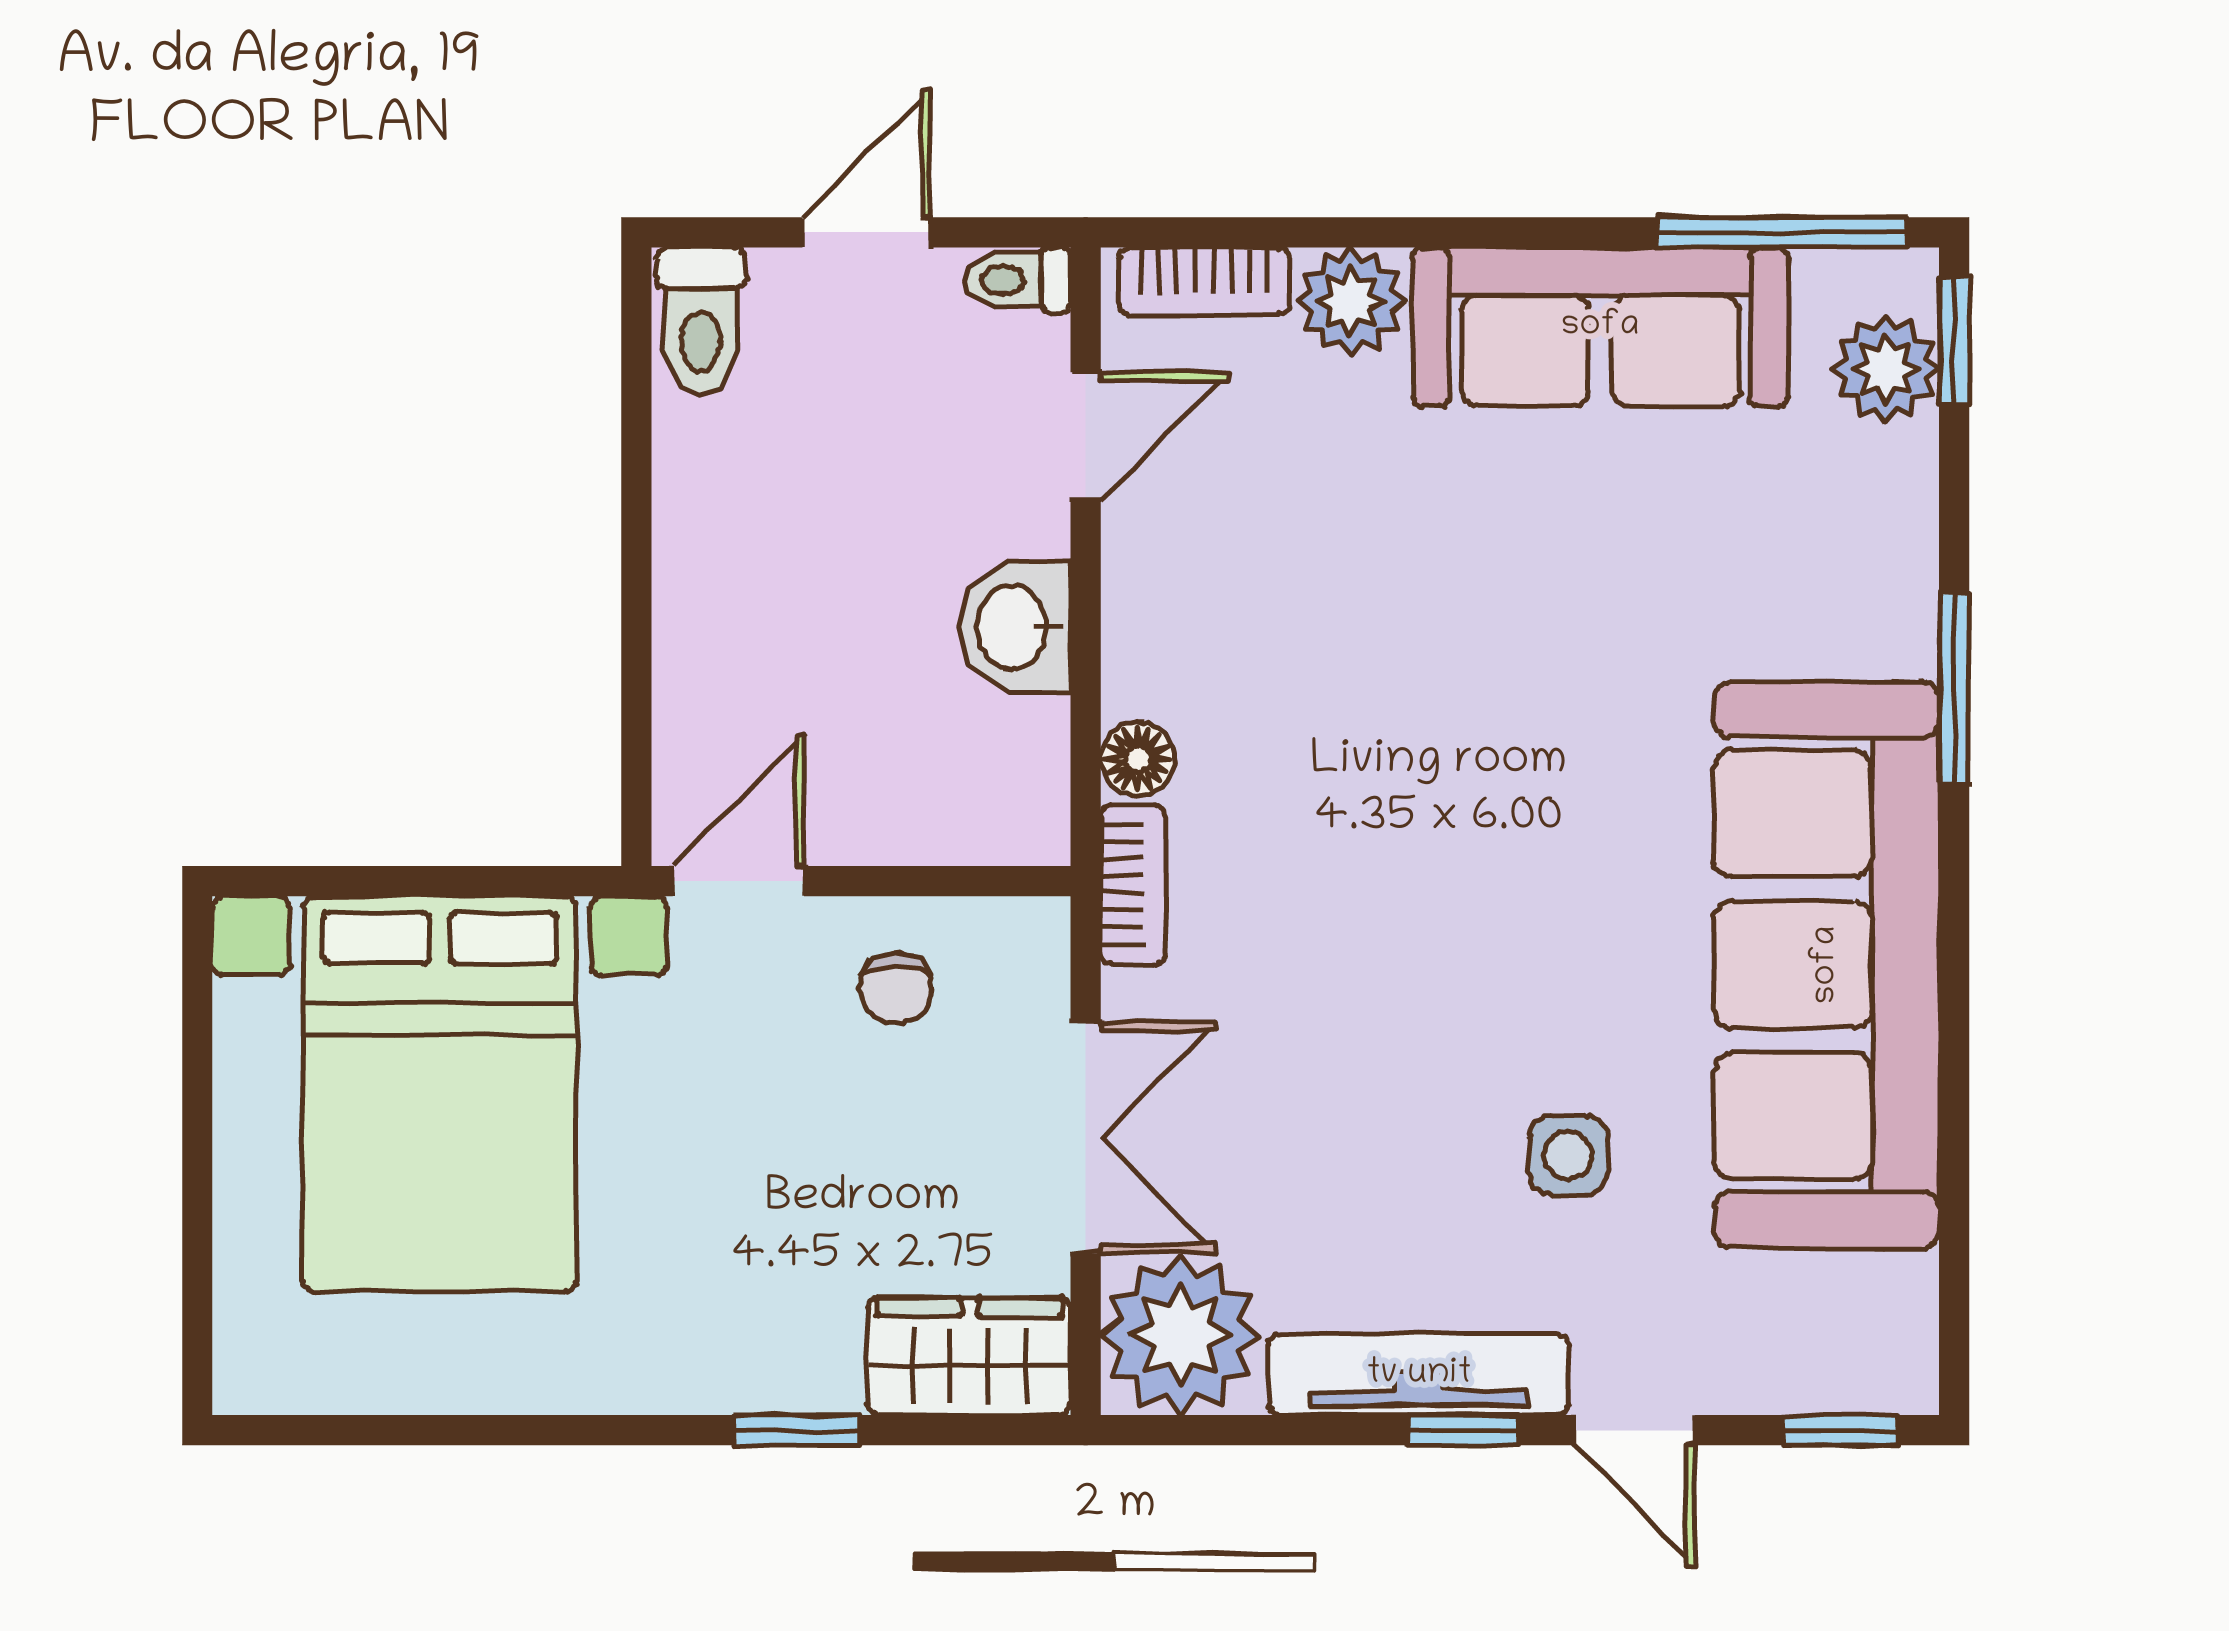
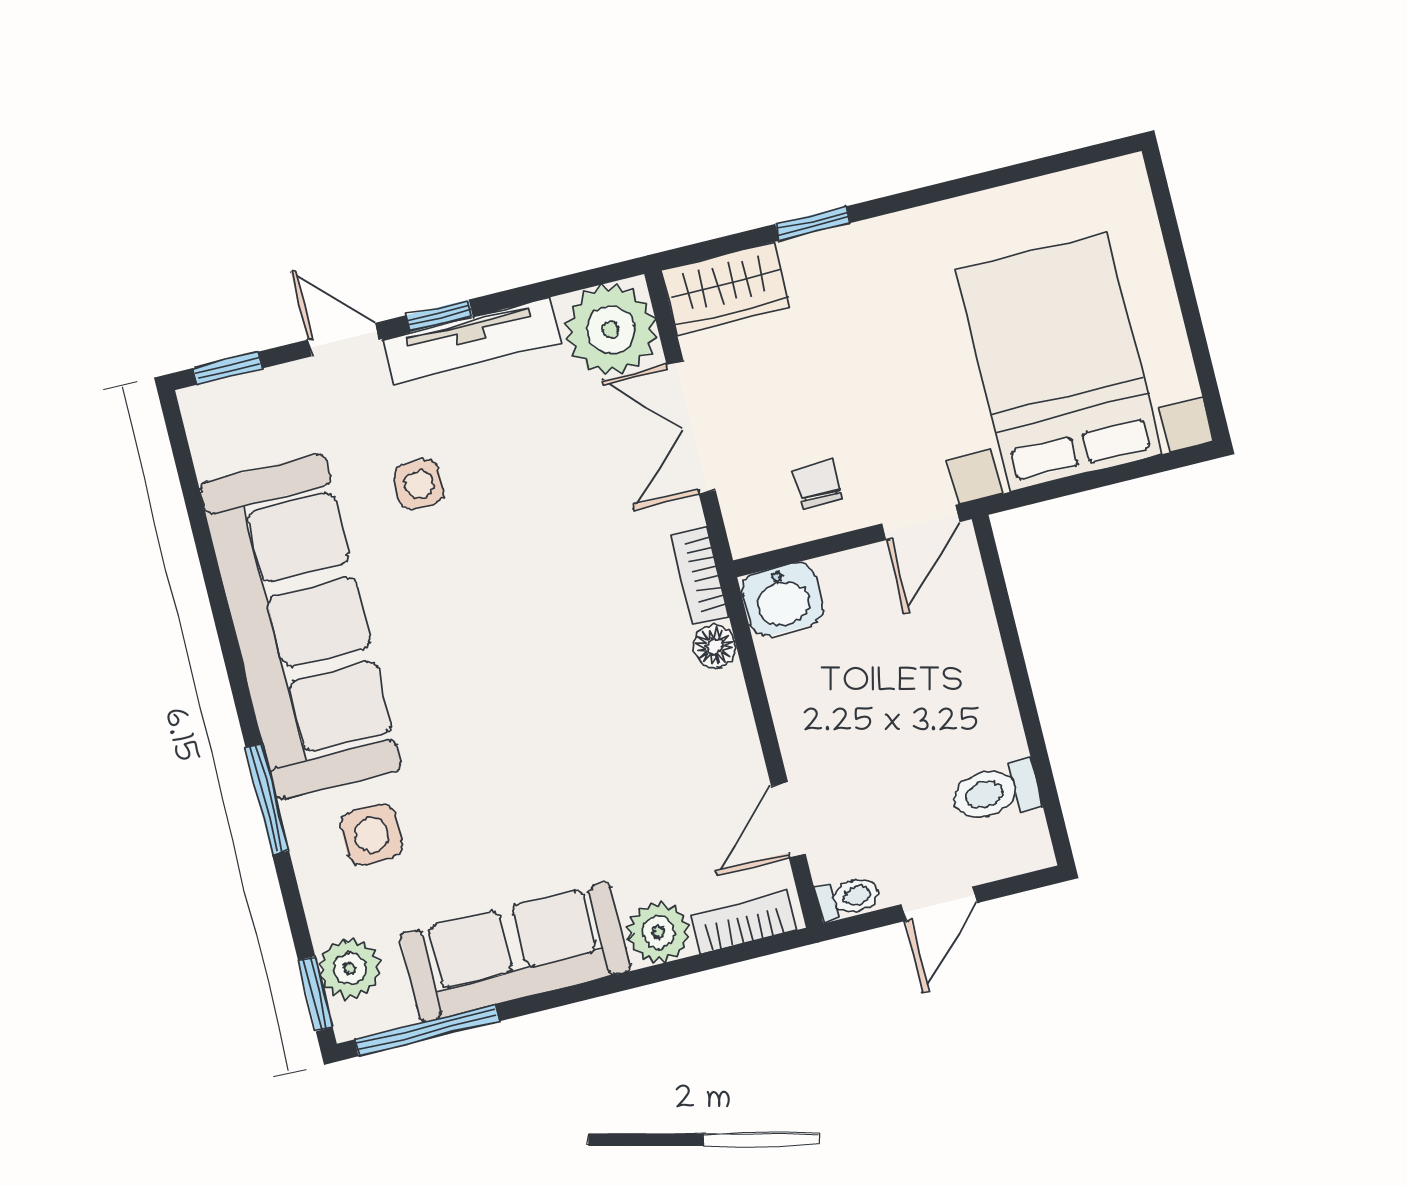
toilet: (701, 321) -> (995, 792), moved, turned -90
side table: (1794, 585) -> (371, 835), added
washbasin: (1015, 627) -> (782, 599), moved, turned 90

